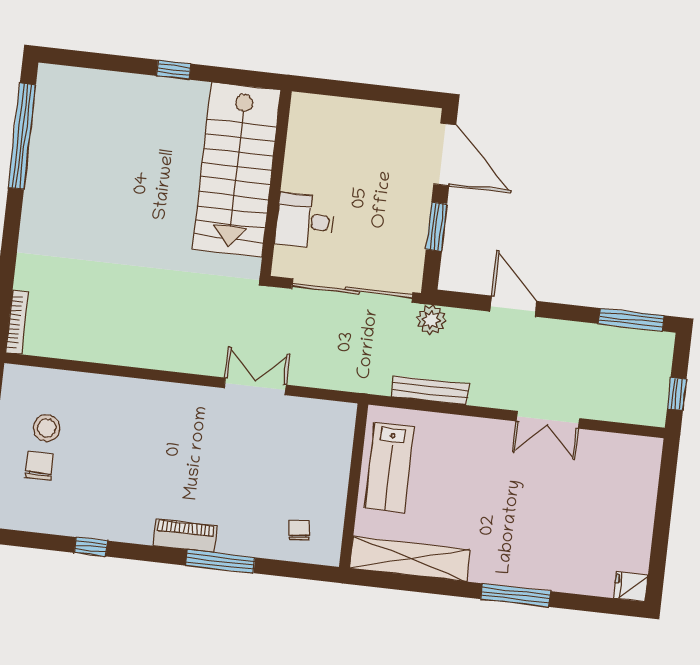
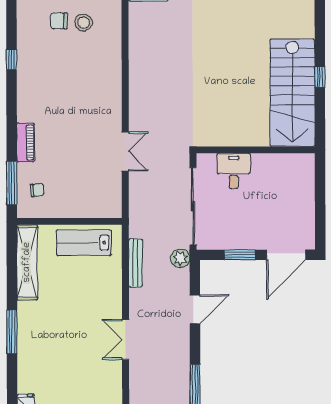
stairs: (237, 170) -> (292, 93), moved, turned -90
chair: (40, 466) -> (59, 21), turned 180
piano: (185, 536) -> (25, 143), moved
window: (220, 561) -> (12, 183), moved

